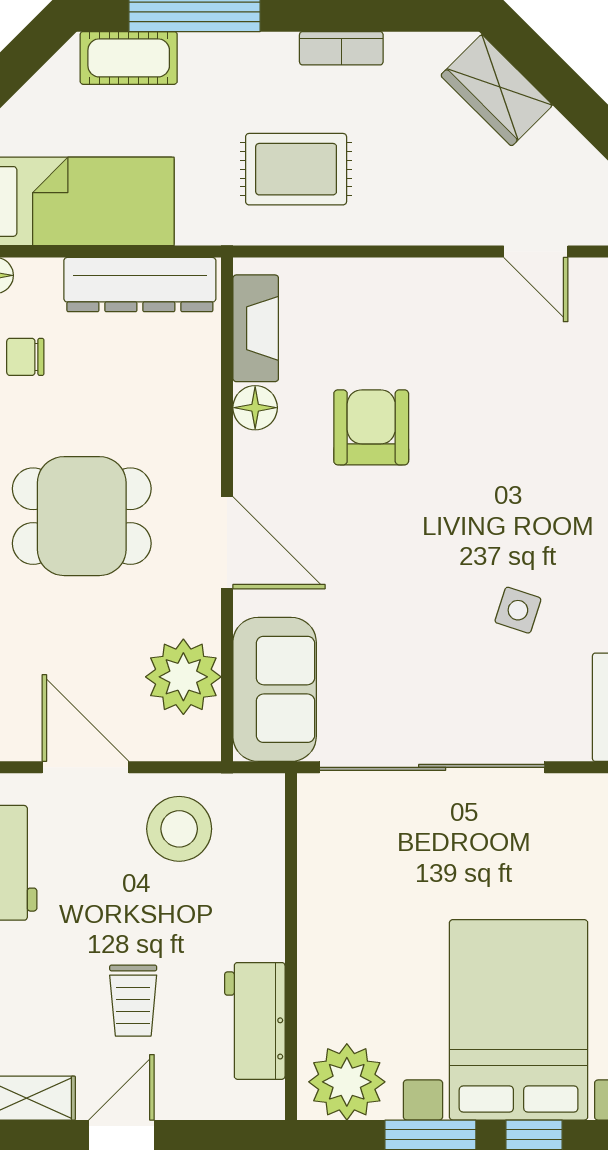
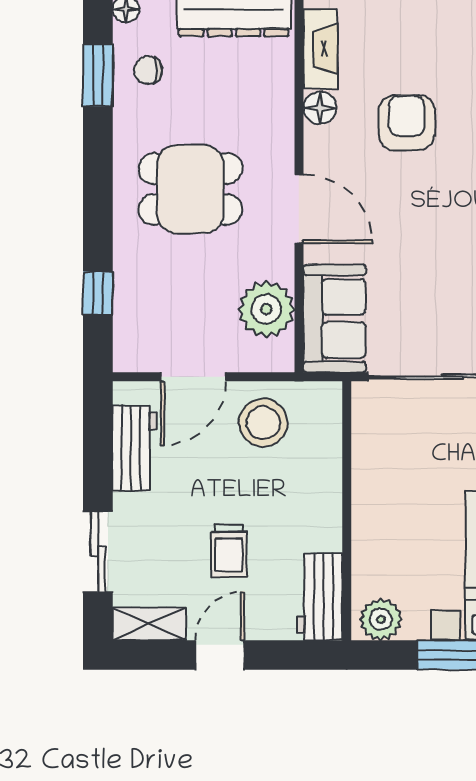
door: (86, 767) -> (193, 377), swing flipped
workbench: (255, 1021) -> (320, 597), moved
plant: (347, 1082) -> (381, 619), width x0.73, depth x0.73

